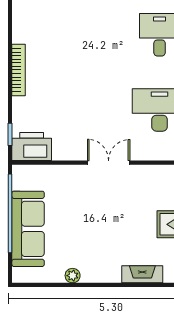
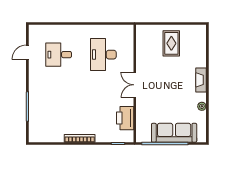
printer: (32, 147) -> (125, 118), moved
fireplace: (142, 274) -> (201, 80), moved

